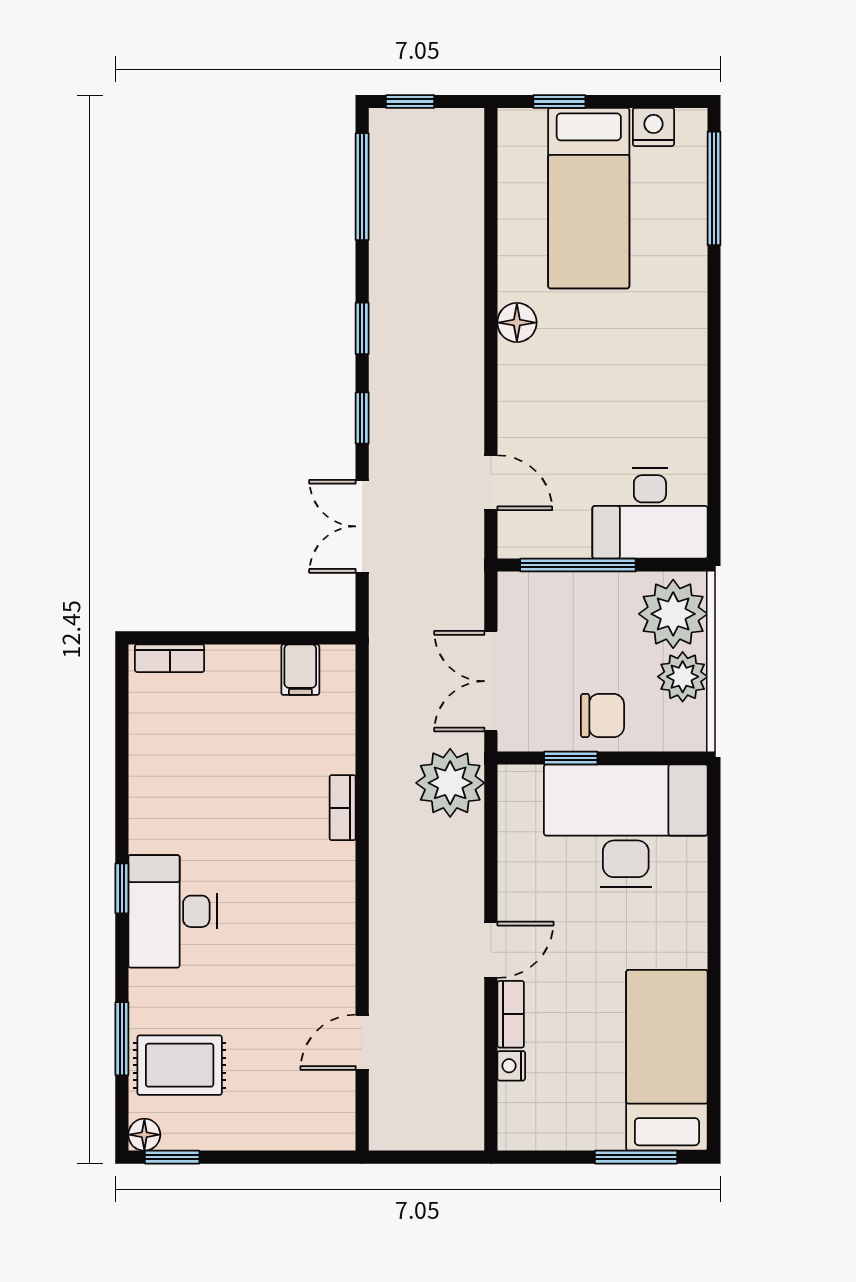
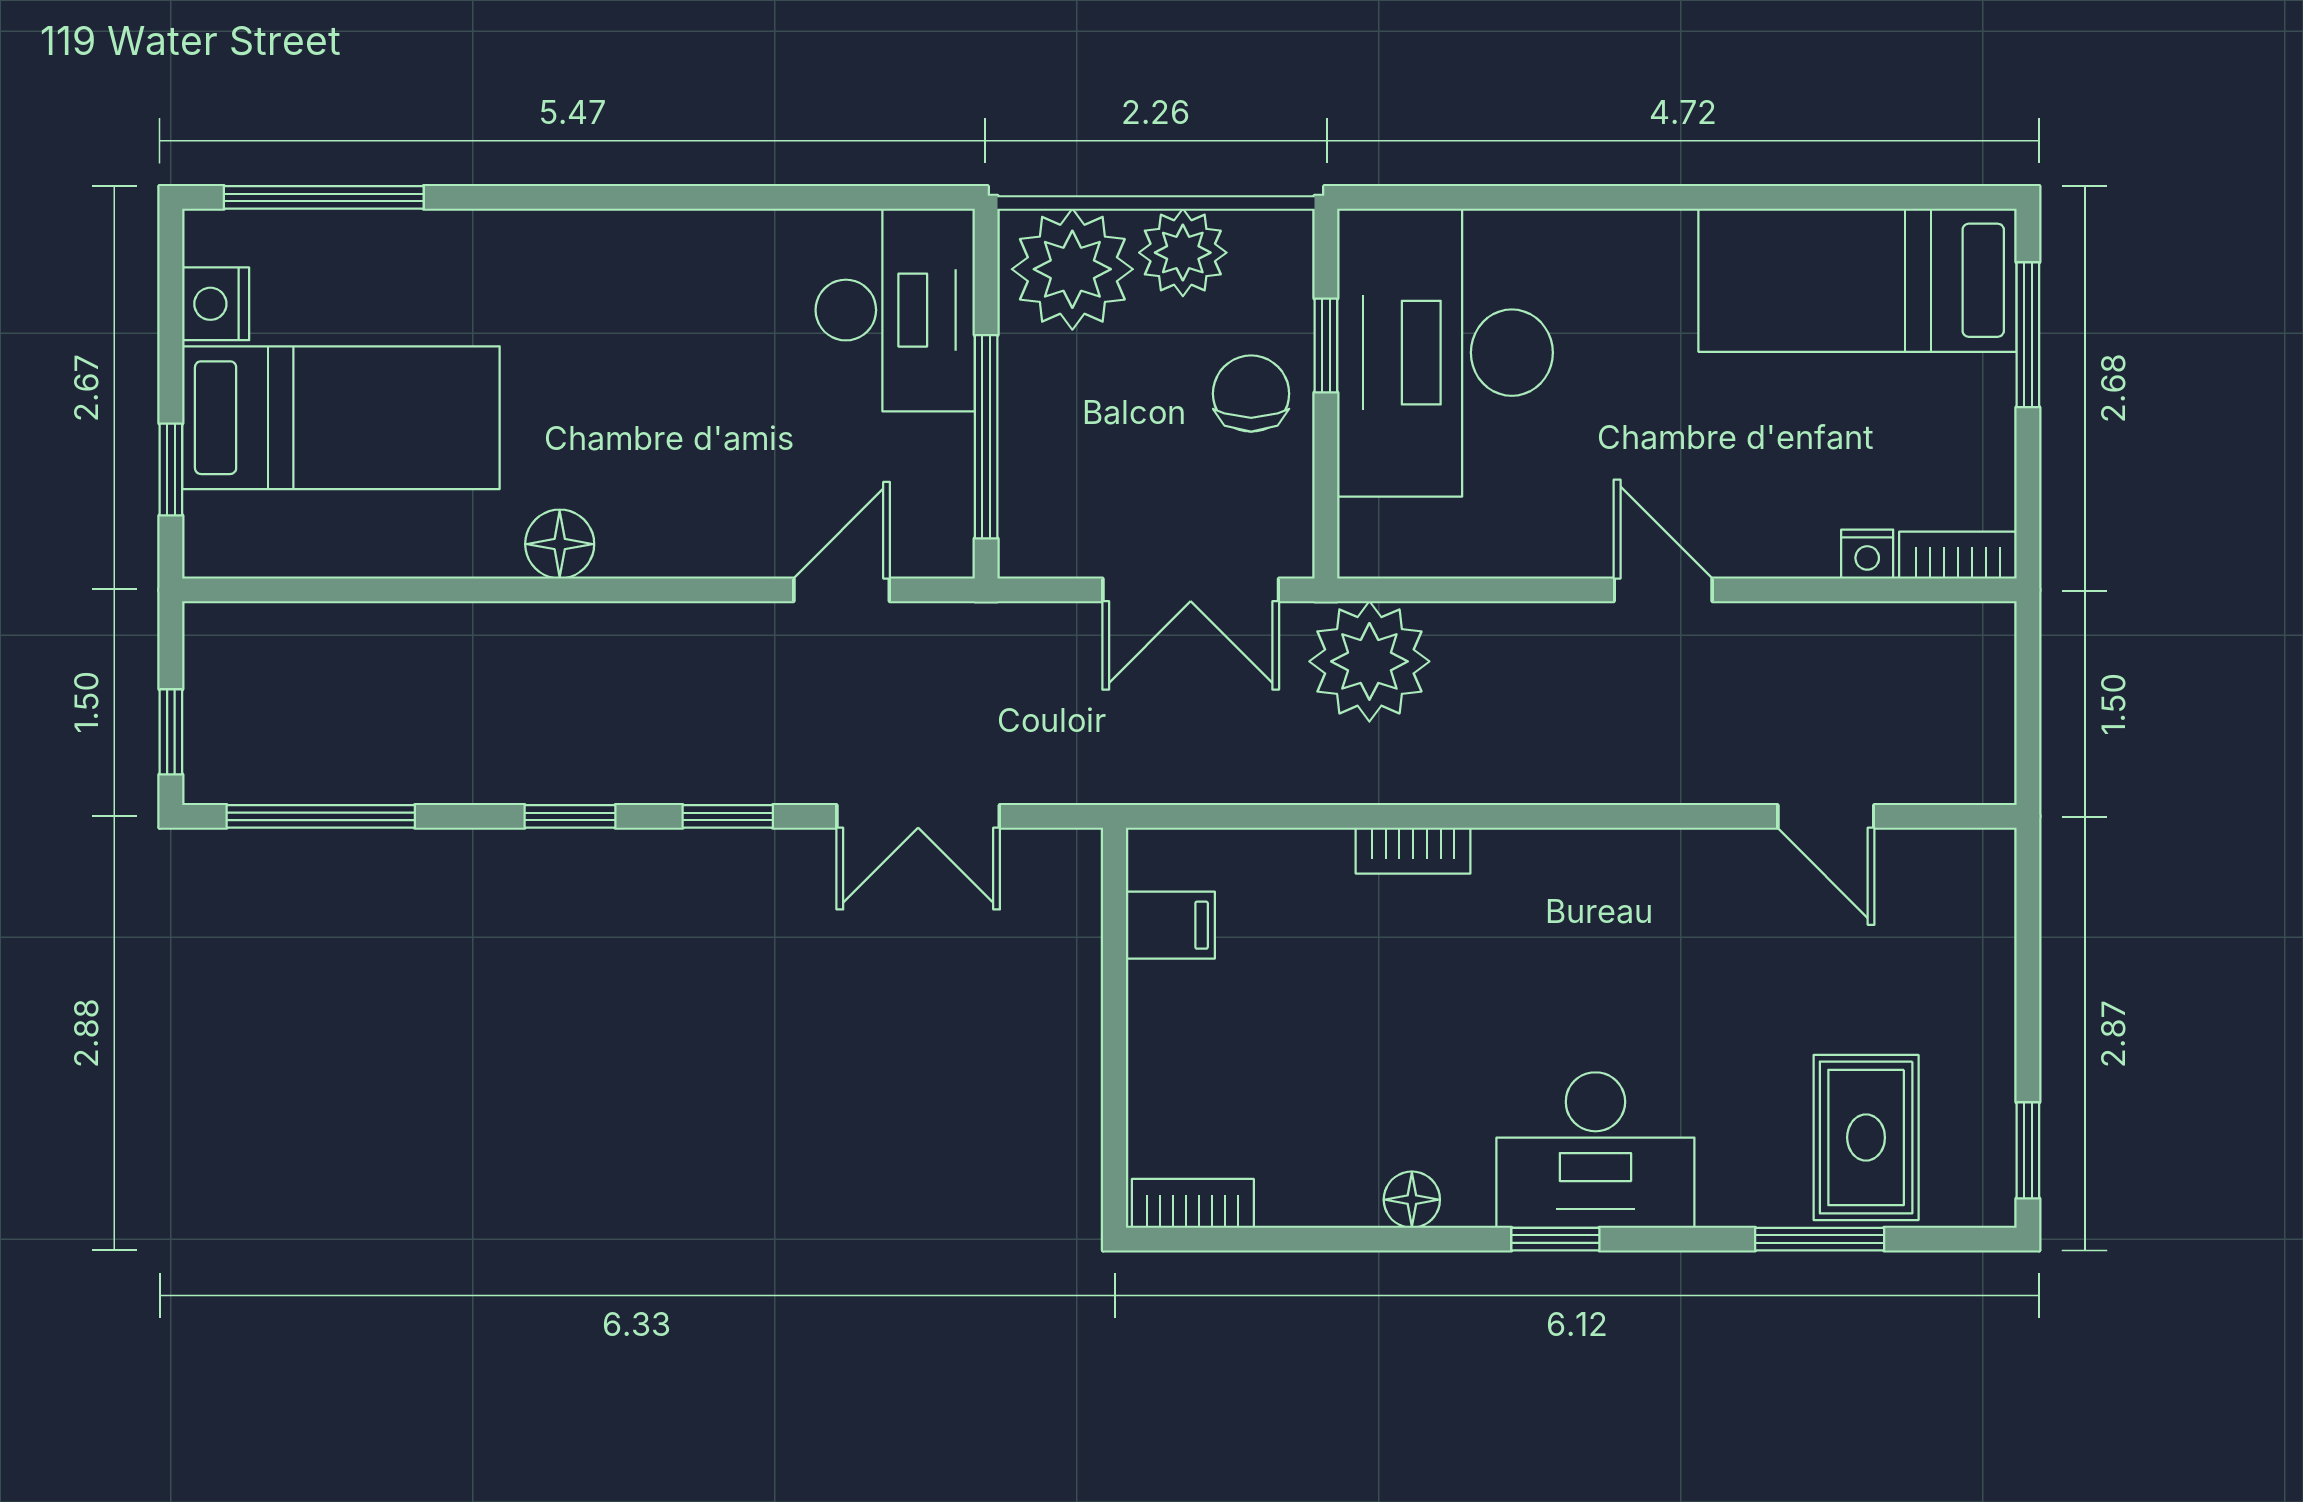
bookcase: (170, 658) -> (1193, 1203), moved, turned -90
window: (571, 758) -> (1326, 345), moved
bookcase: (511, 1014) -> (1958, 555), moved
floor lamp: (144, 1135) -> (1412, 1200), moved

